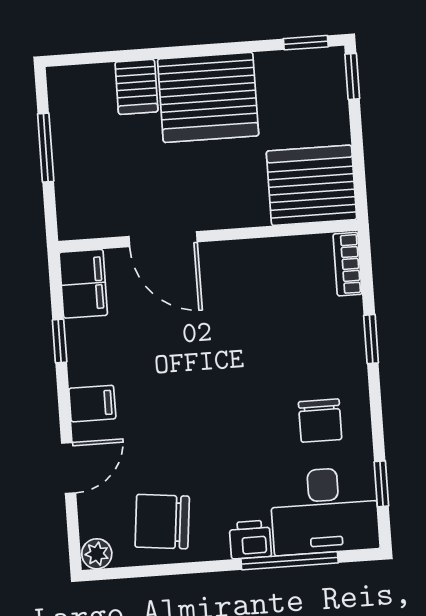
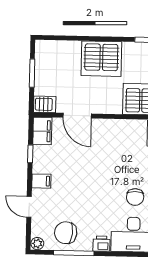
server rack: (136, 87) -> (45, 104), moved, turned -90
door: (69, 468) -> (29, 207), swing flipped
window: (290, 561) -> (74, 253), moved

